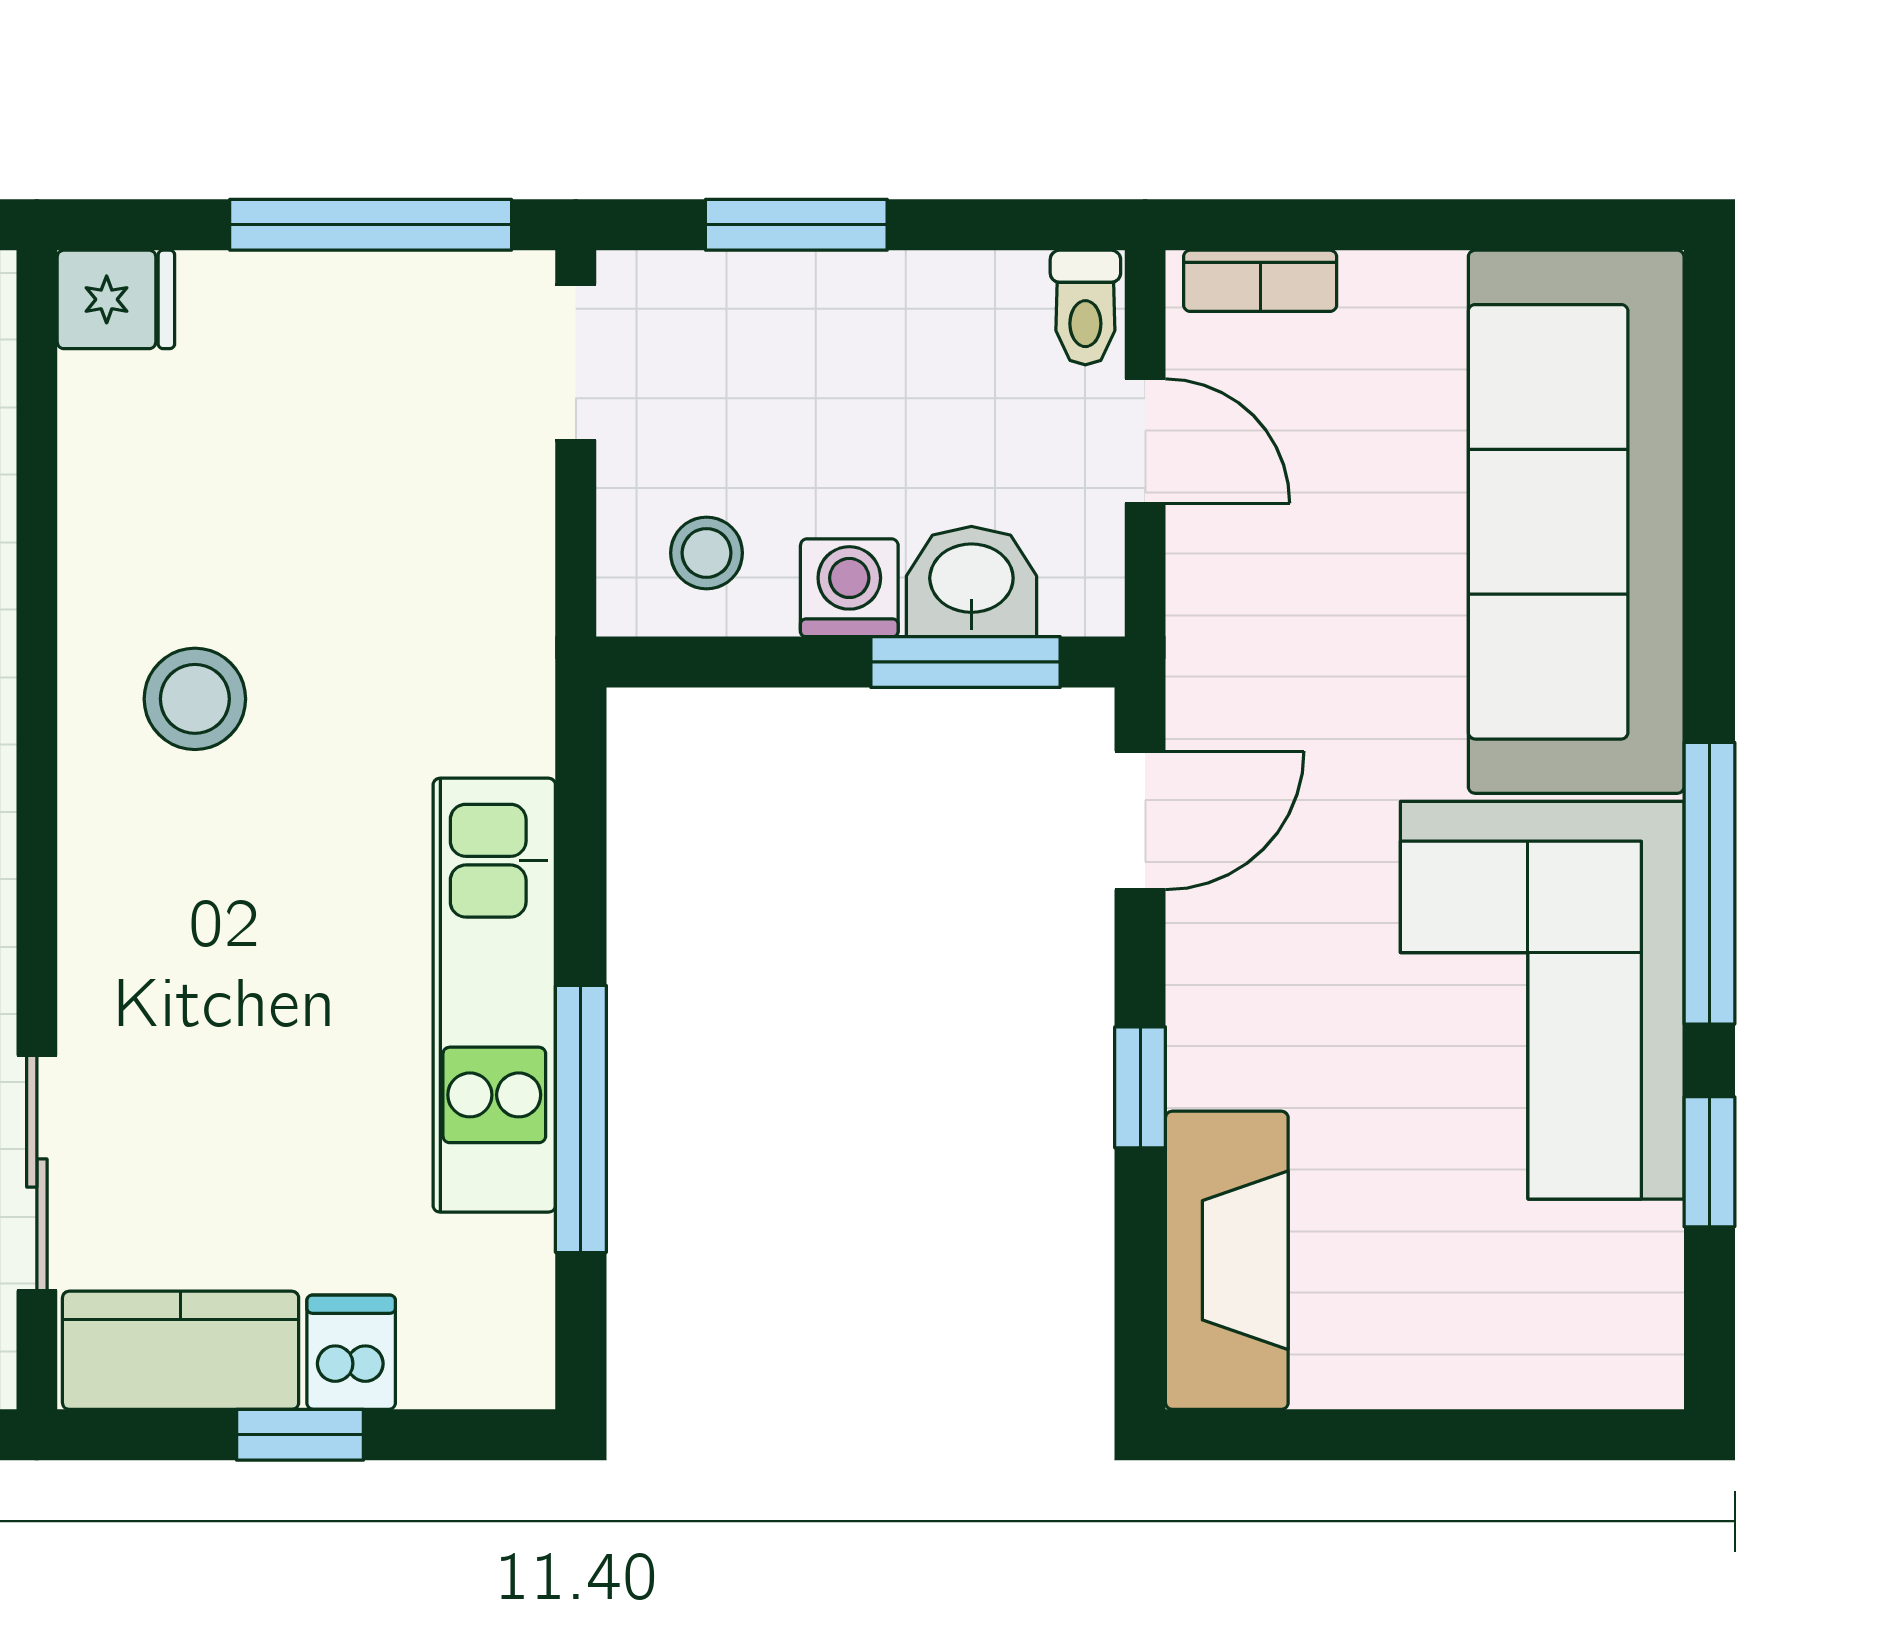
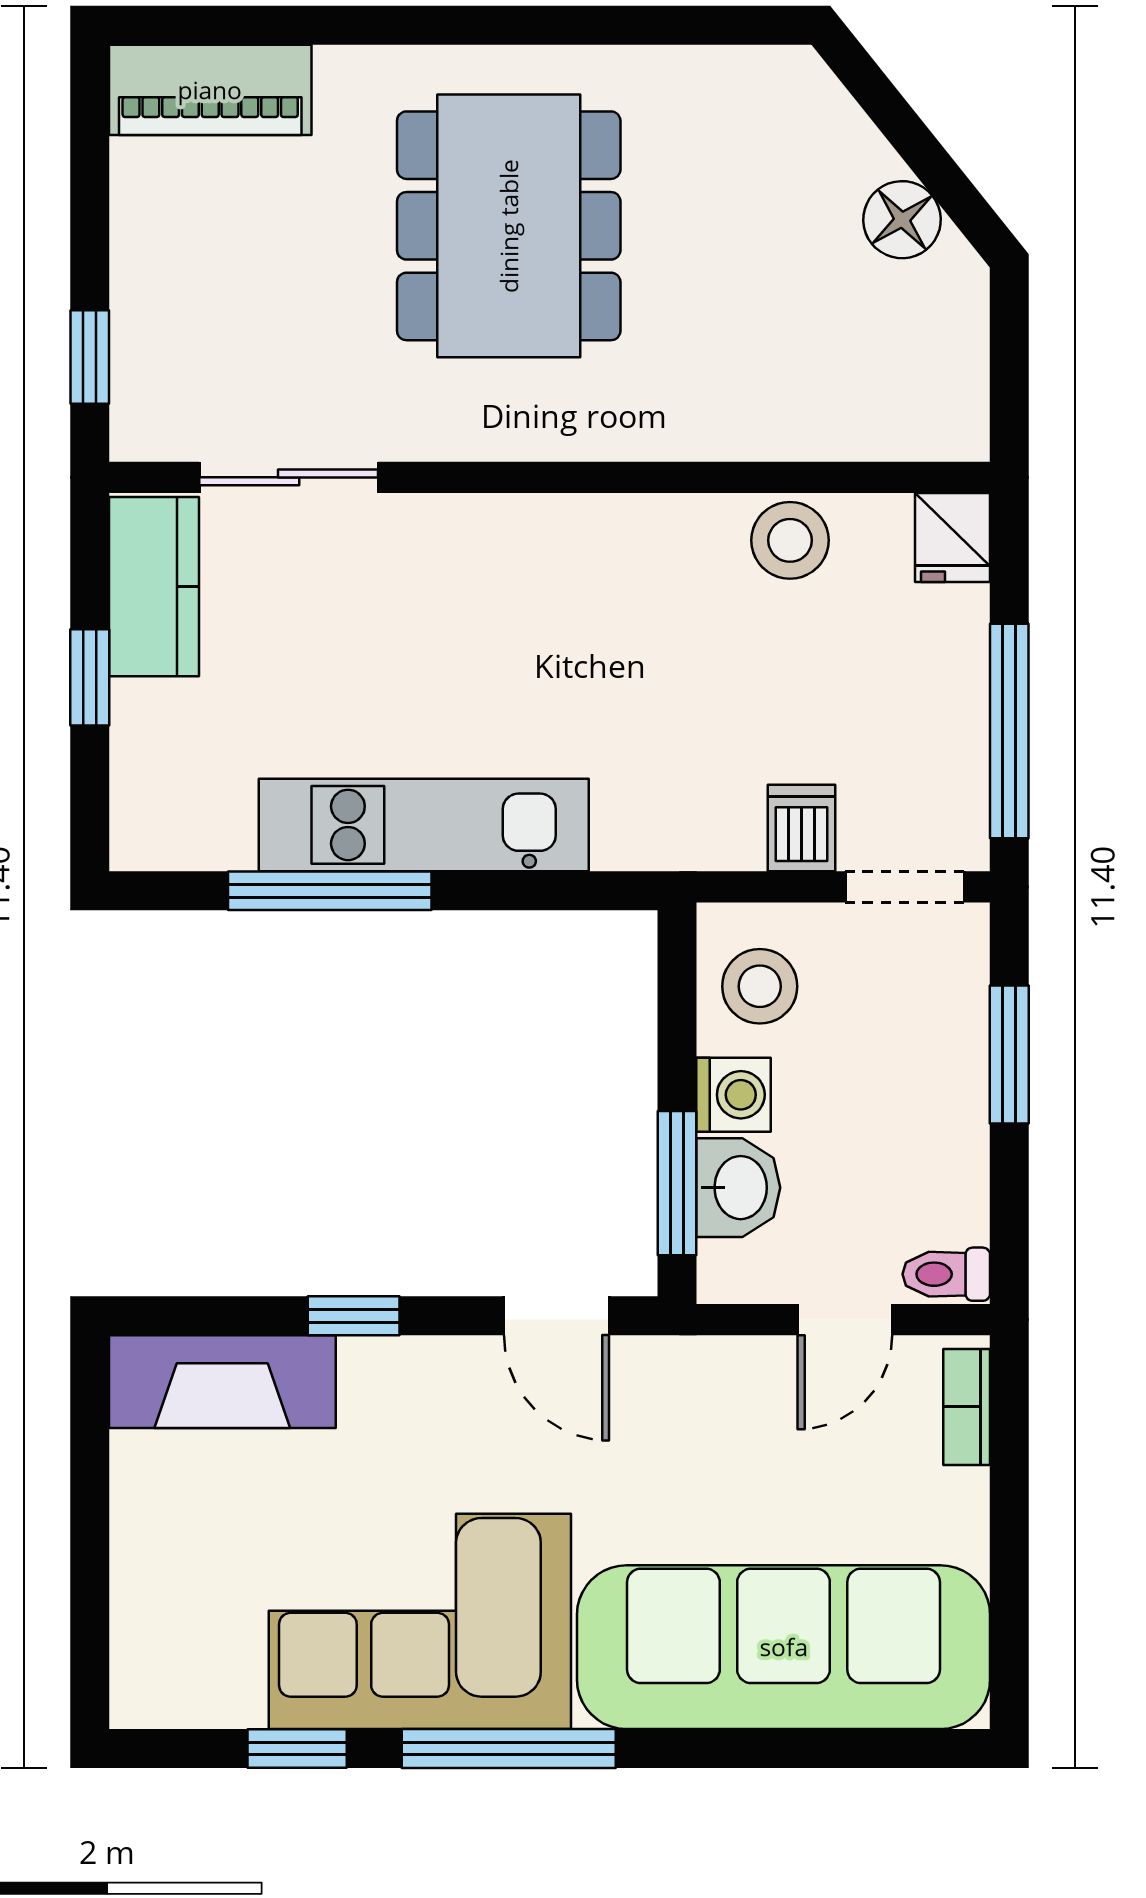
stool: (707, 553) -> (760, 986), width x1.37, depth x1.37
stool: (195, 699) -> (790, 540), moved
dishwasher: (351, 1352) -> (801, 828), moved, turned -90

